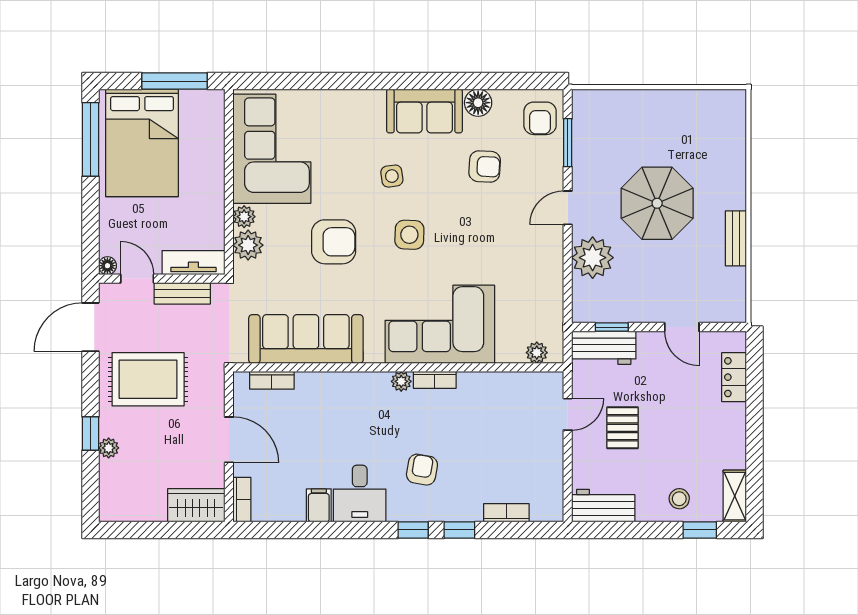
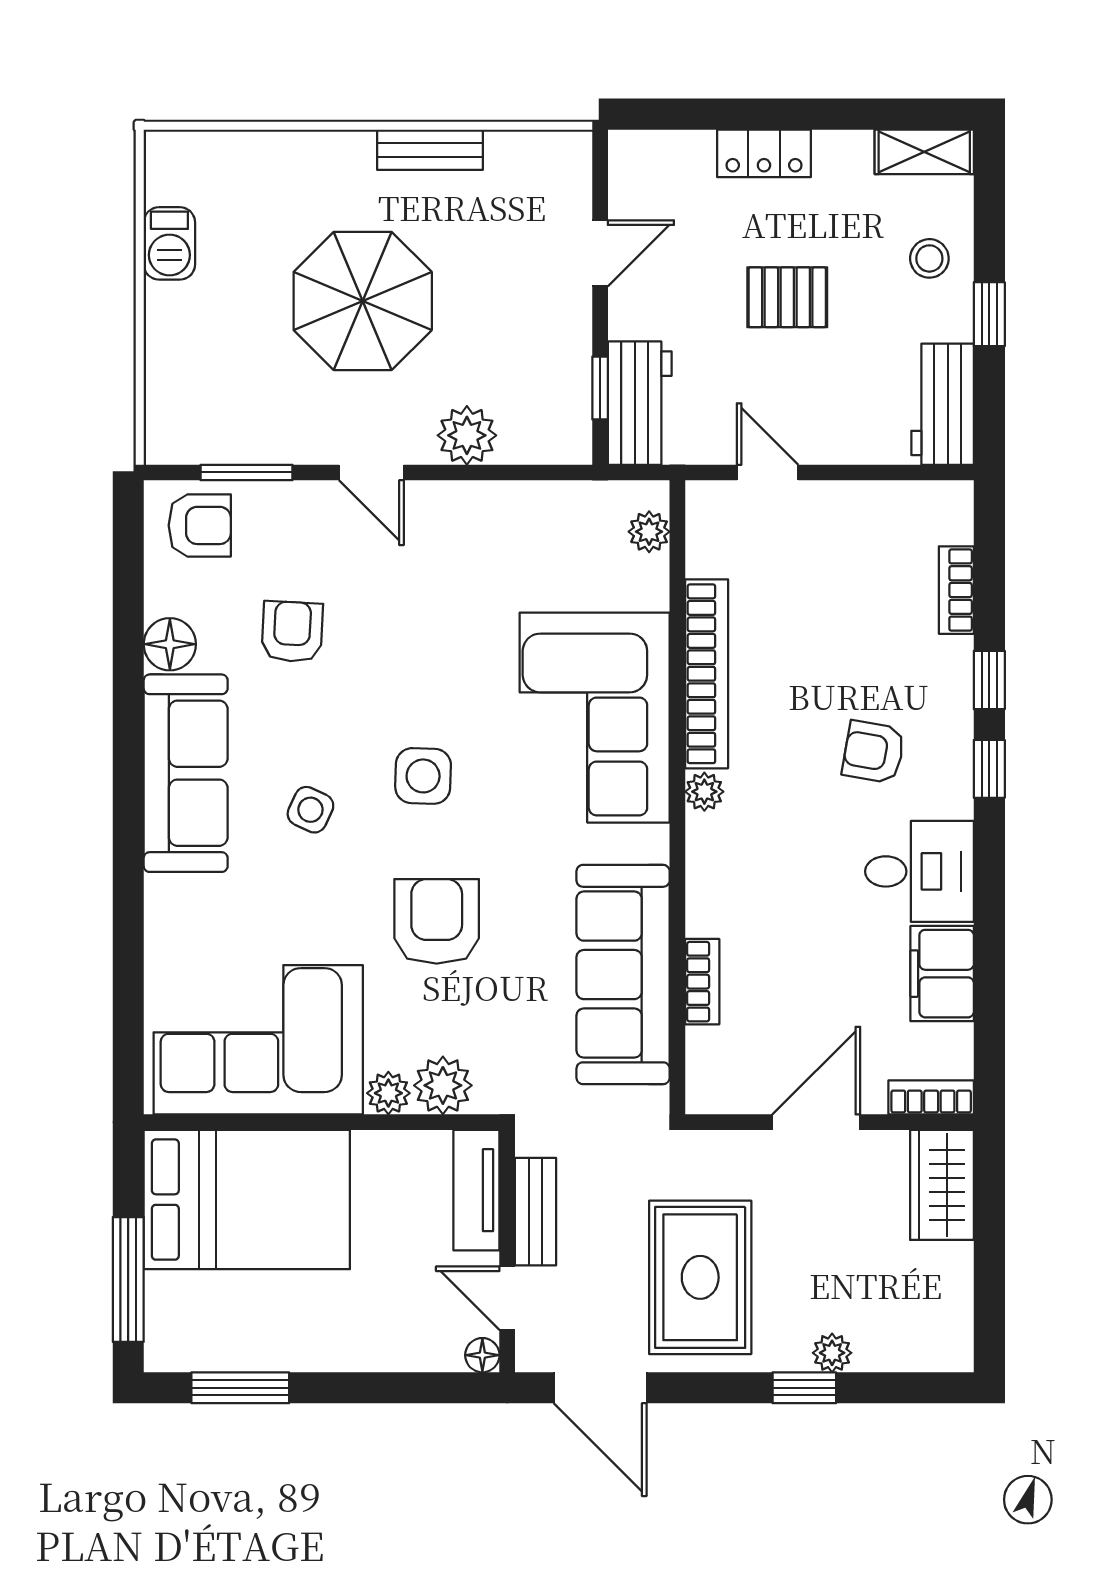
window: (175, 81) -> (128, 1279), moved
barbecue: (687, 102) -> (169, 243), added
sofa: (424, 111) -> (186, 773), width x1.36
window: (90, 139) -> (240, 1388), width x0.69
bed: (142, 143) -> (247, 1200), moved
side table: (392, 176) -> (310, 810), turned 33
plant: (593, 258) -> (467, 435), width x0.73, depth x0.73
door: (137, 279) -> (507, 1298), hinge flipped
locker: (734, 377) -> (764, 153), moved
bookcase: (272, 380) -> (702, 982), moved
bookcase: (435, 380) -> (707, 674), width x2.31, depth x1.31
pallet: (622, 428) -> (787, 297), moved
filing cabinet: (319, 505) -> (942, 974), width x2.00
window: (700, 530) -> (989, 314), moved

